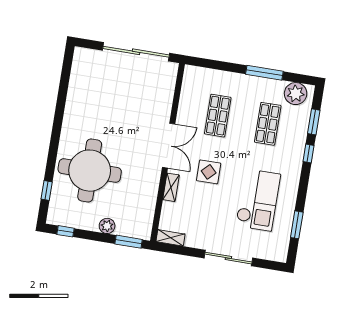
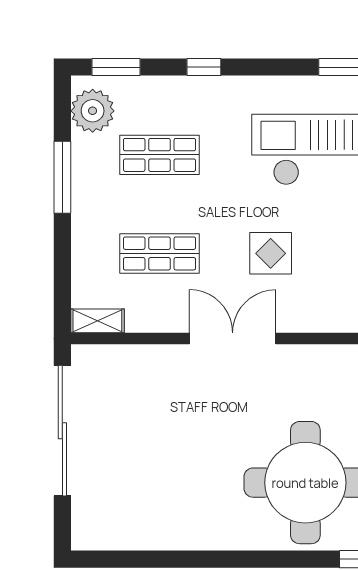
window: (314, 122) -> (116, 67), moved
shelving: (171, 187) -> (97, 321), moved

